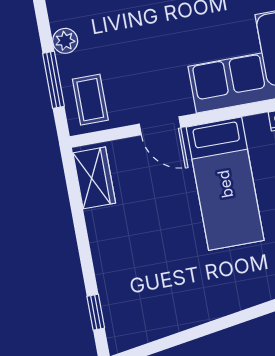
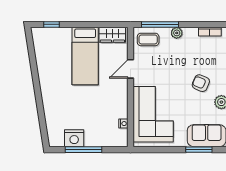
window: (54, 80) -> (160, 24), width x1.44
bed: (225, 184) -> (85, 56), moved, turned -90

